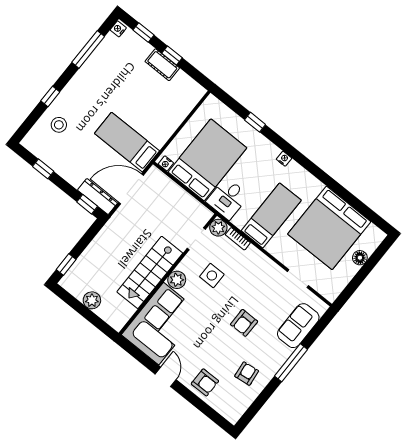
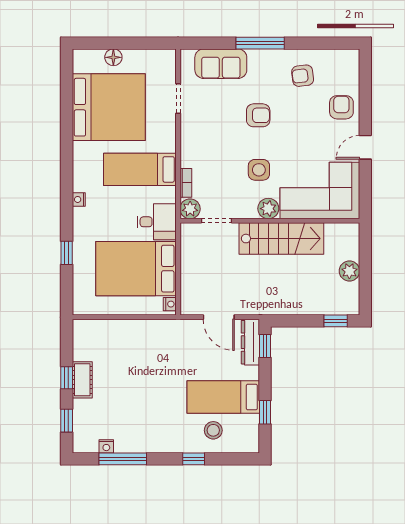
nightstand: (118, 29) -> (106, 446), moved
bed: (127, 142) -> (223, 397), moved, turned 90
door: (131, 189) -> (219, 317), width x0.73
side table: (212, 275) -> (259, 170), moved

